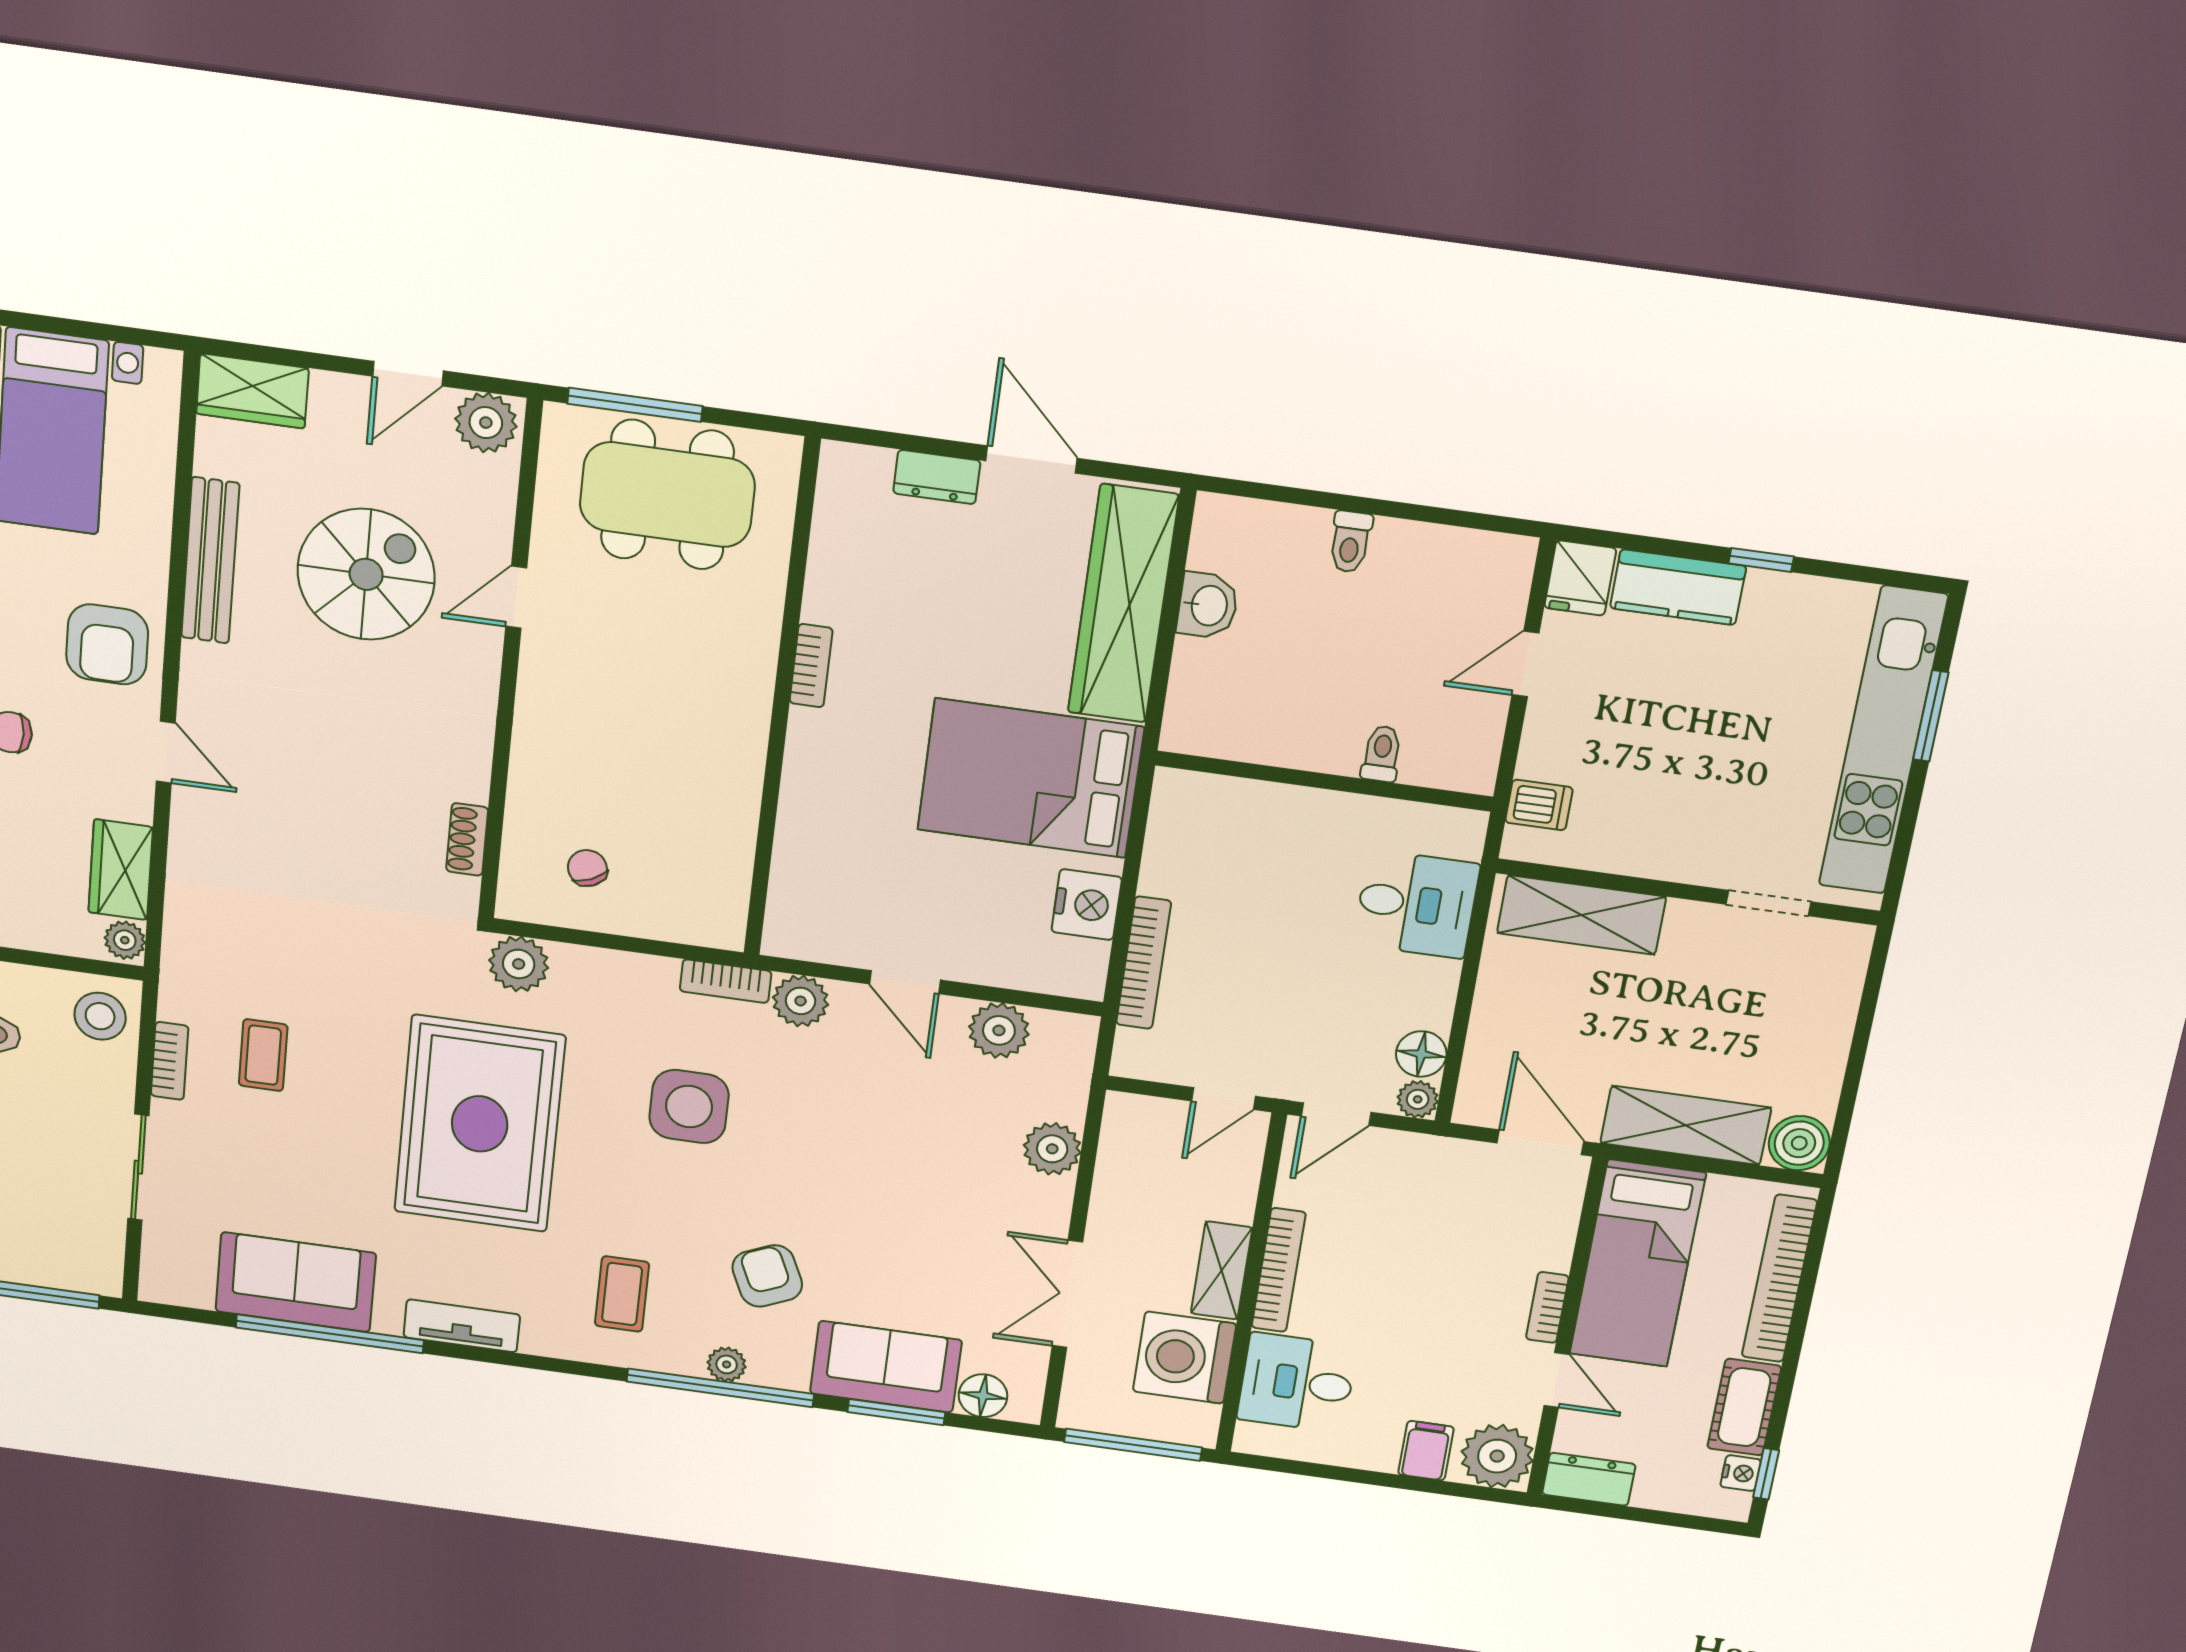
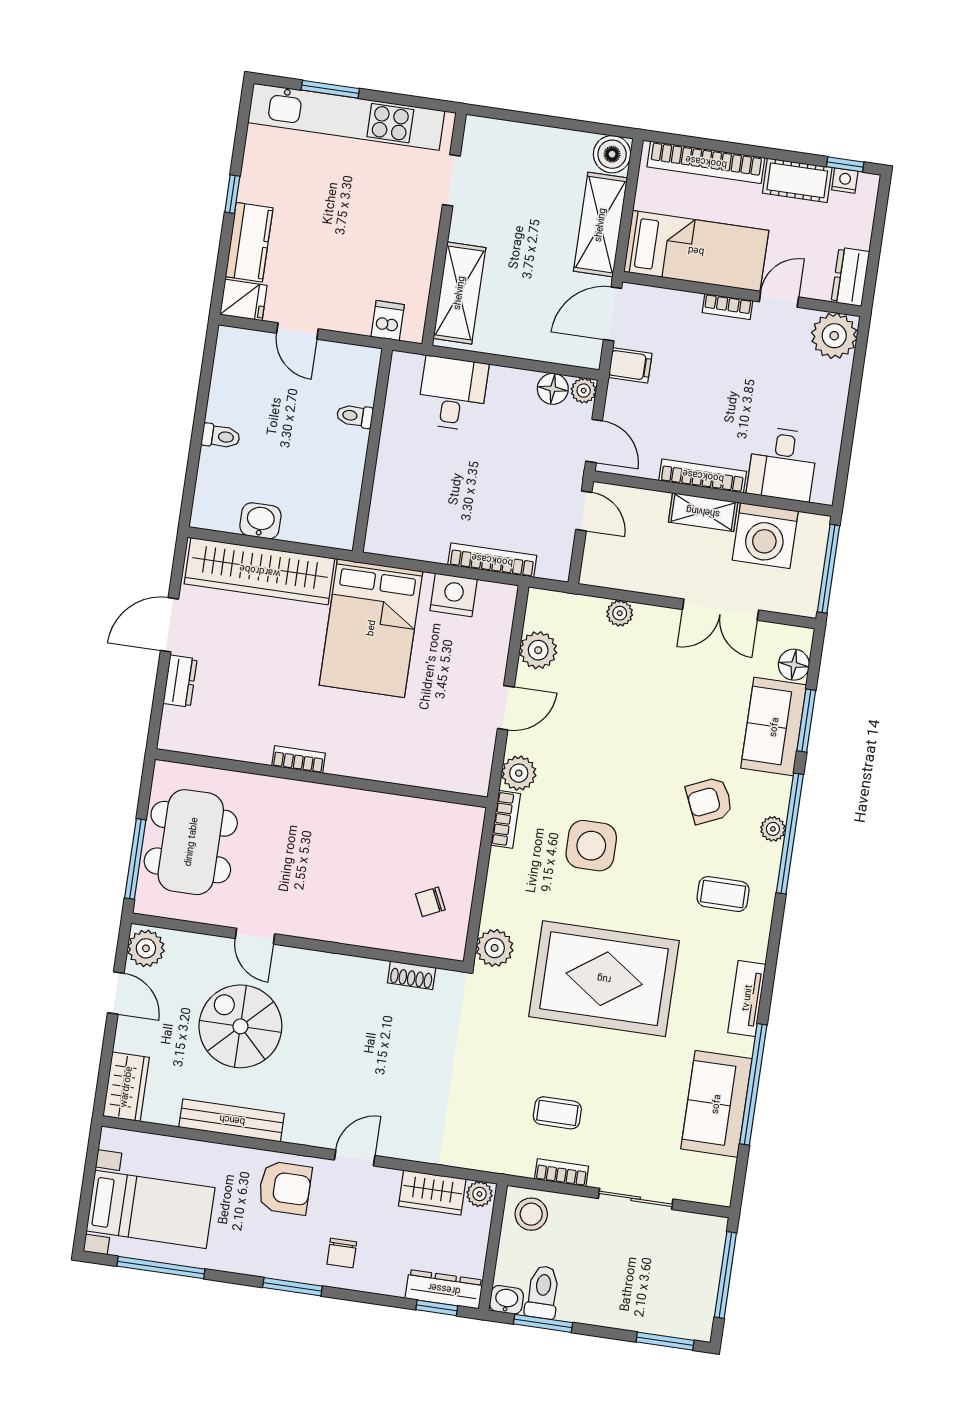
plant: (1052, 1149) -> (620, 613), width x0.73, depth x0.73
filing cabinet: (1426, 1451) -> (630, 365), moved, turned 180

